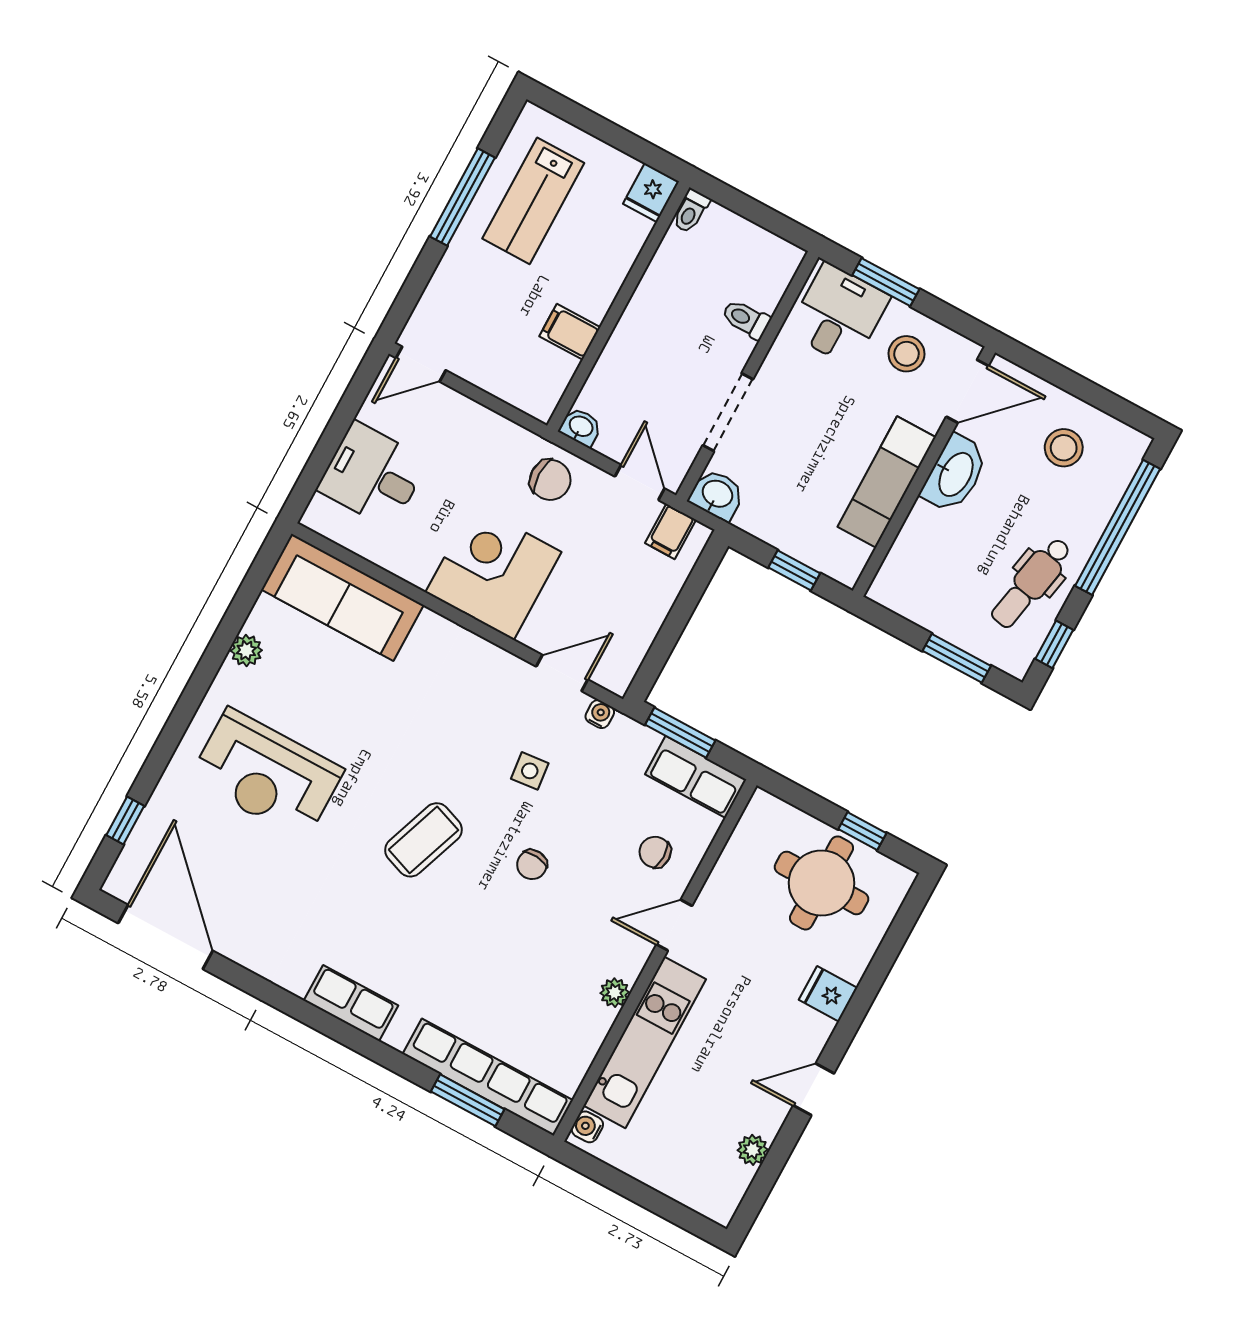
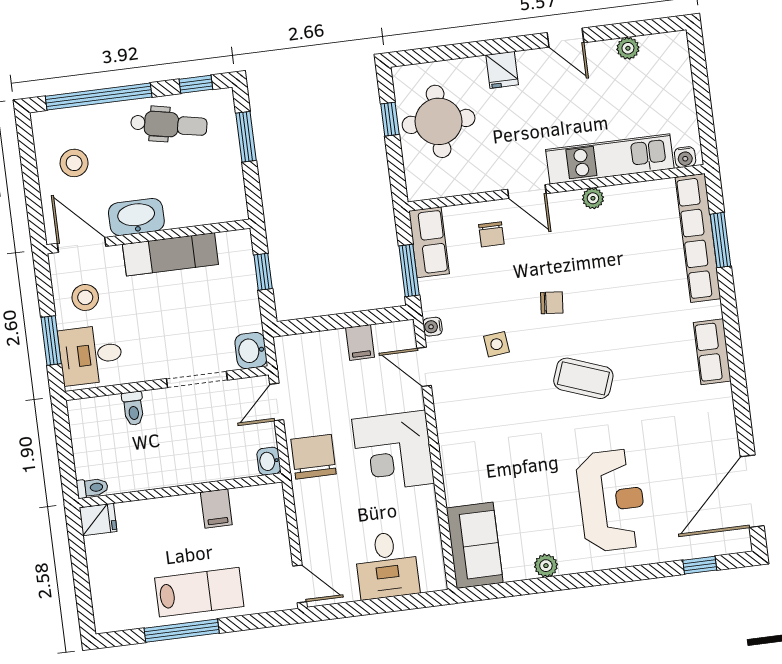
lab bench: (533, 201) -> (199, 592), moved
chair: (550, 480) -> (313, 457), width x1.37, depth x1.37
filing cabinet: (671, 531) -> (360, 343), moved, turned 90
sofa: (343, 597) -> (475, 545), width x0.73

